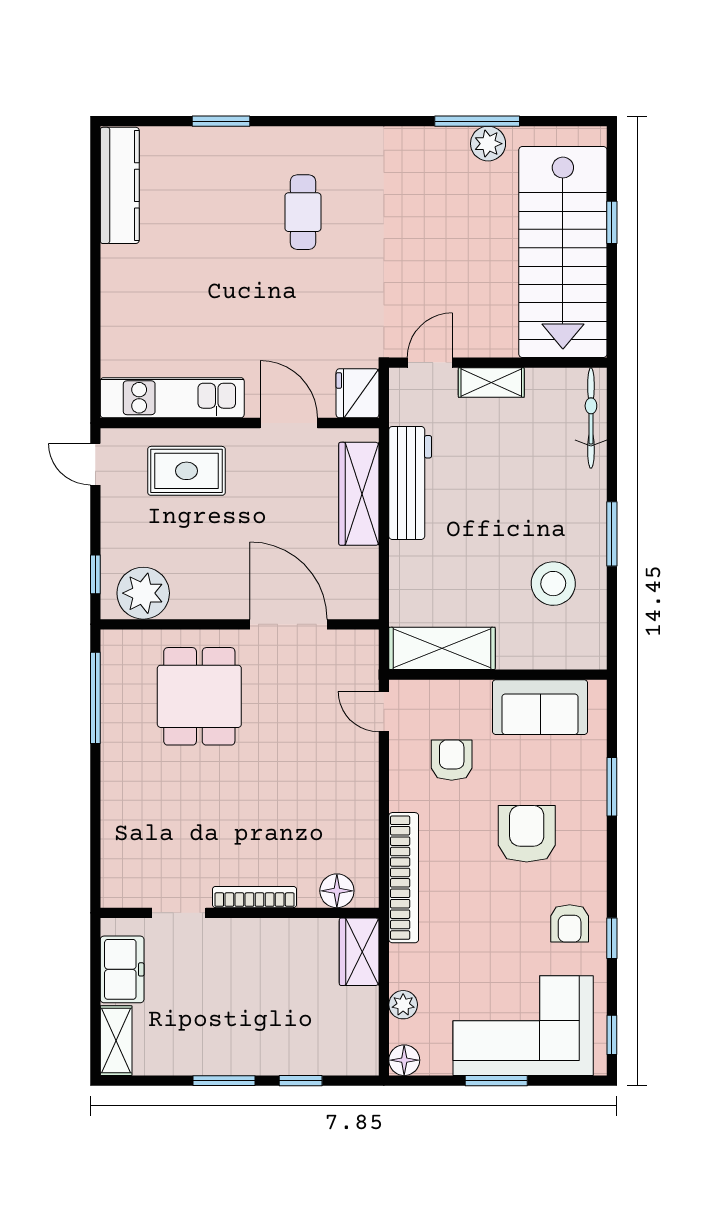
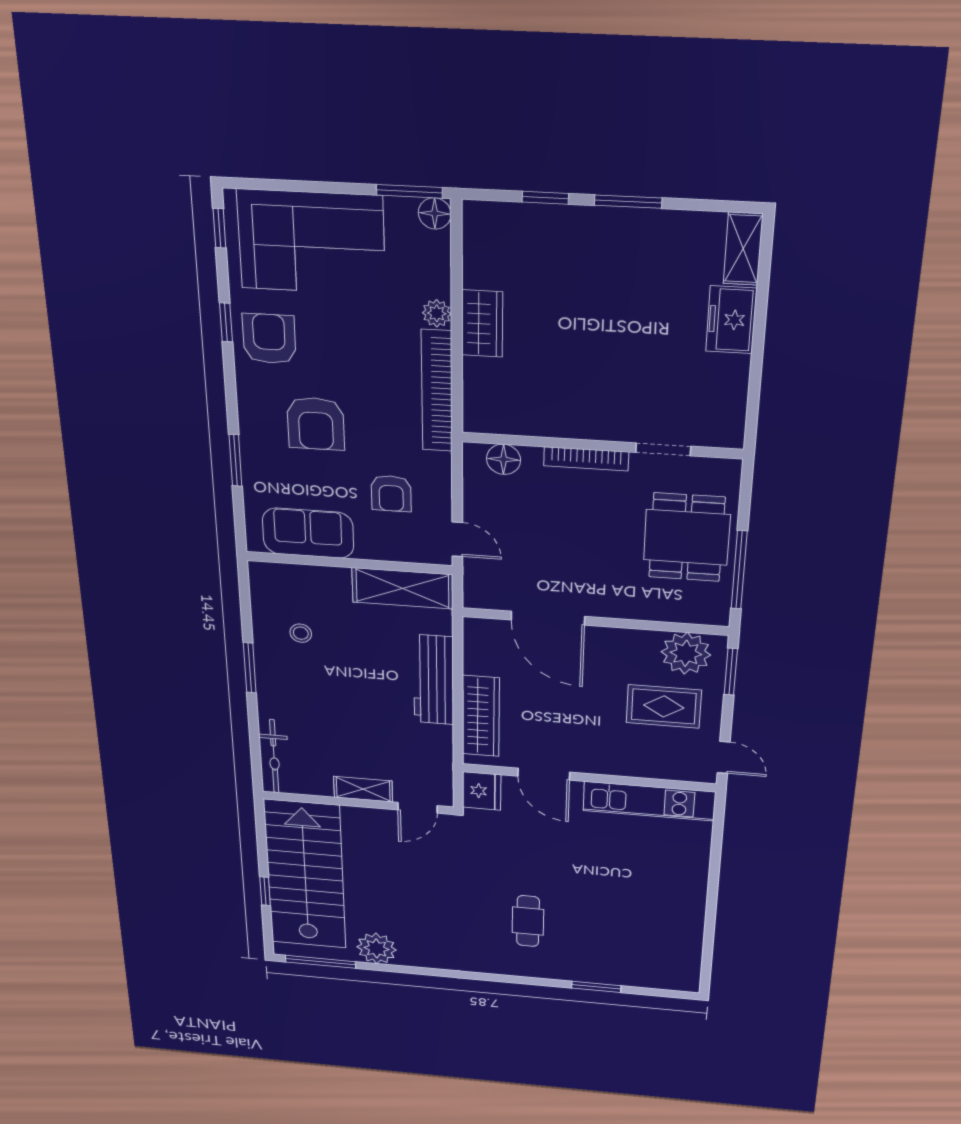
window: (477, 121) -> (320, 962), moved
plant: (488, 144) -> (376, 948), width x1.36, depth x1.36
kitchen counter: (120, 185) -> (686, 953), removed
rug: (186, 471) -> (664, 706), moved
workbench: (410, 483) -> (434, 680), moved
window: (95, 574) -> (731, 672), width x1.50
stool: (553, 584) -> (301, 633), width x0.53, depth x0.53
dining table: (199, 696) -> (687, 537), moved
floor lamp: (337, 891) -> (504, 459), moved
bookcase: (254, 897) -> (586, 459), moved
doorway: (179, 913) -> (663, 449), moved
wall: (240, 913) -> (602, 445), moved
armchair: (570, 923) -> (269, 339), width x1.38, depth x1.38
plant: (403, 1005) -> (437, 313), moved
window: (496, 1081) -> (409, 191), moved

